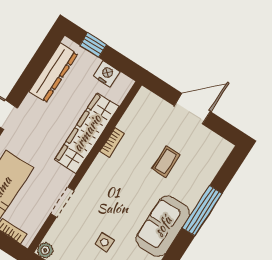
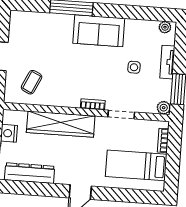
bookcase: (112, 142) -> (93, 104), moved
coffee table: (166, 162) -> (32, 82), moved, turned -65

